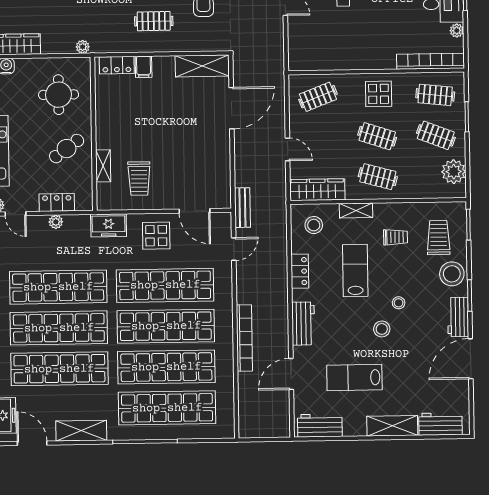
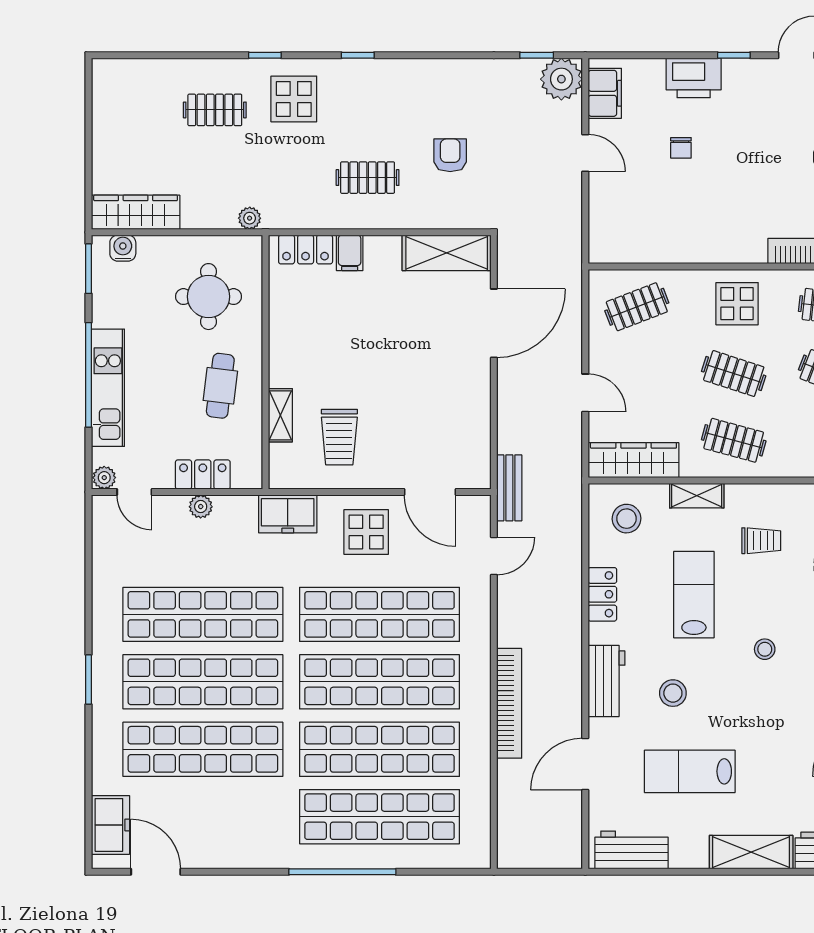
cafe table: (67, 149) -> (220, 386), turned -47
stool: (382, 329) -> (673, 693), moved
shelving: (81, 431) -> (237, 852), removed

